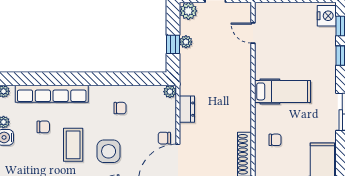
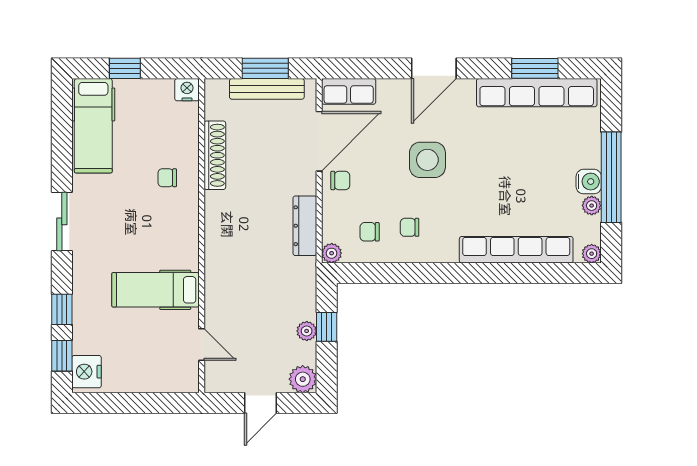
hospital bed: (282, 91) -> (156, 290), moved
dresser: (187, 109) -> (305, 226), width x1.44
chair: (43, 127) -> (370, 232), moved
coffee table: (73, 145) -> (483, 170), removed

